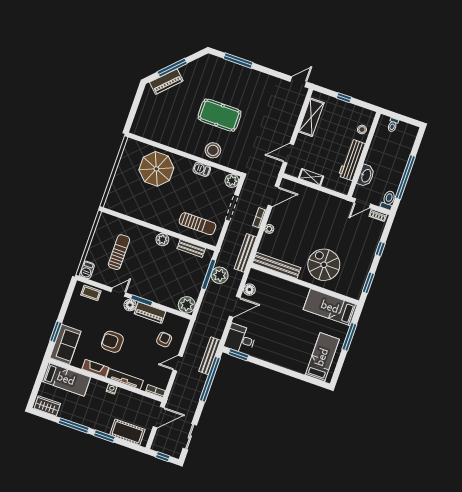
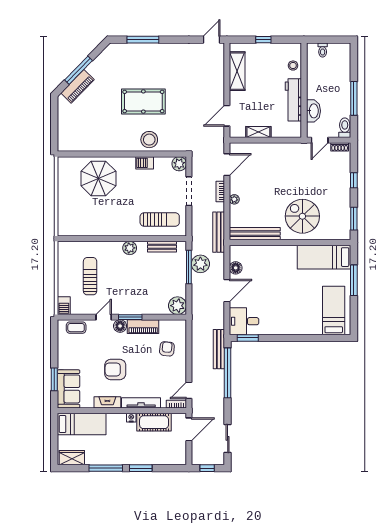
window: (405, 177) -> (354, 98), width x0.68
door: (178, 363) -> (189, 390), moved
cot: (127, 432) -> (154, 422), moved

